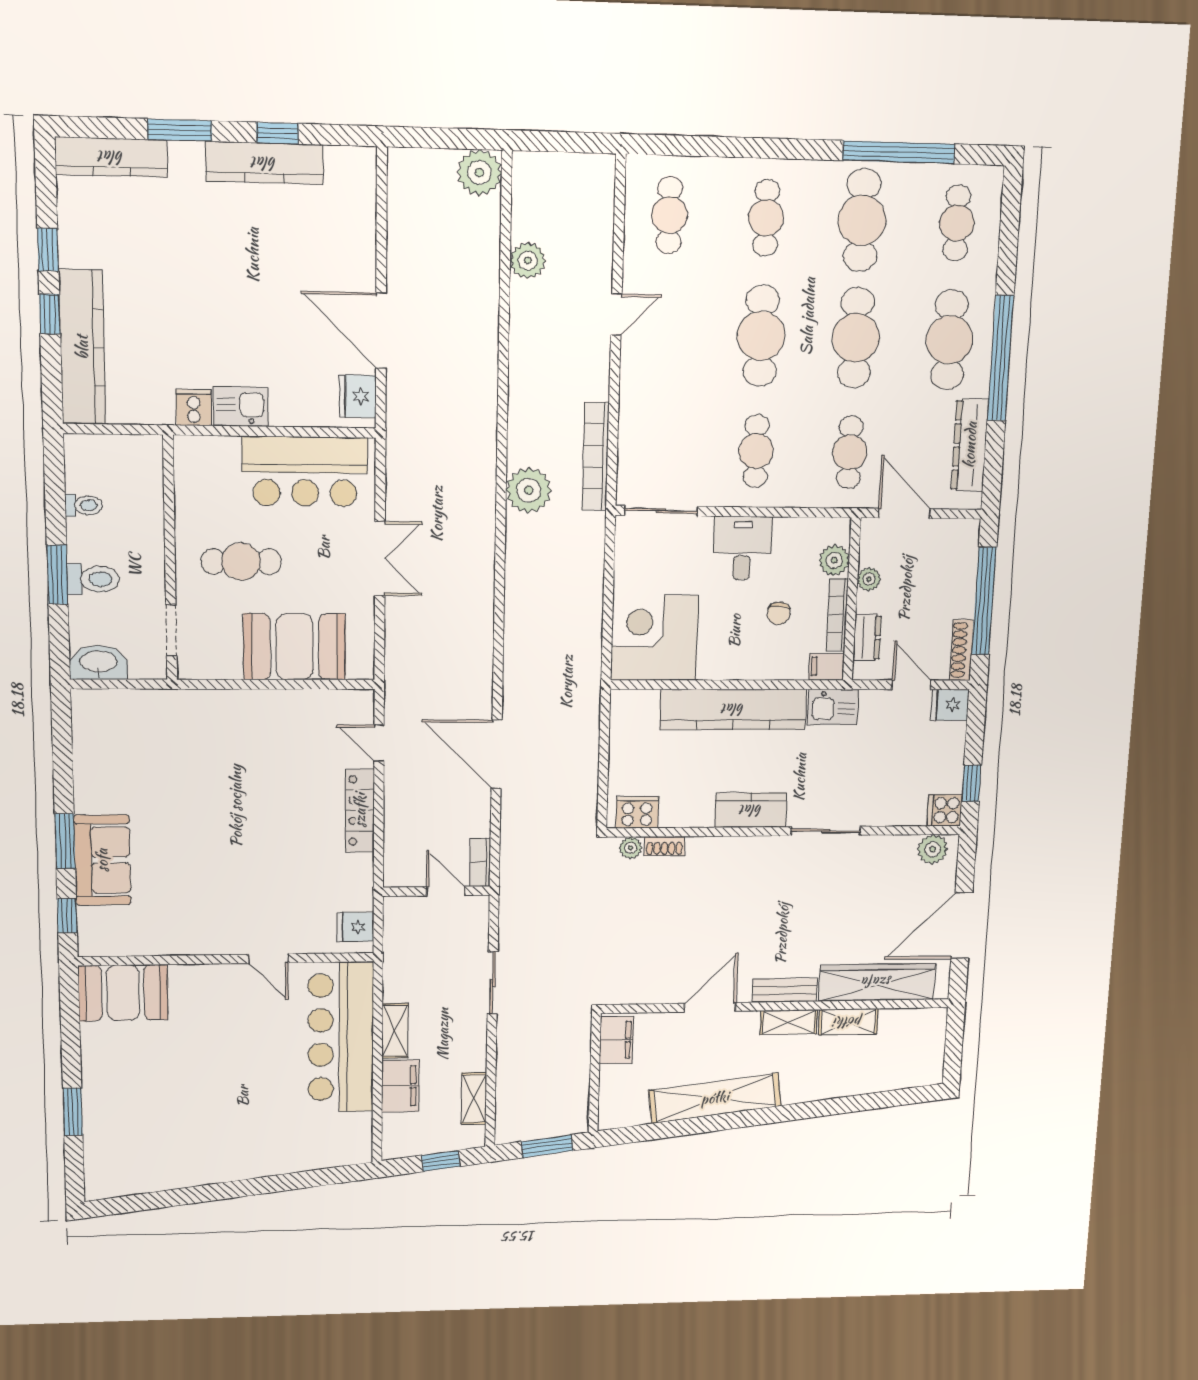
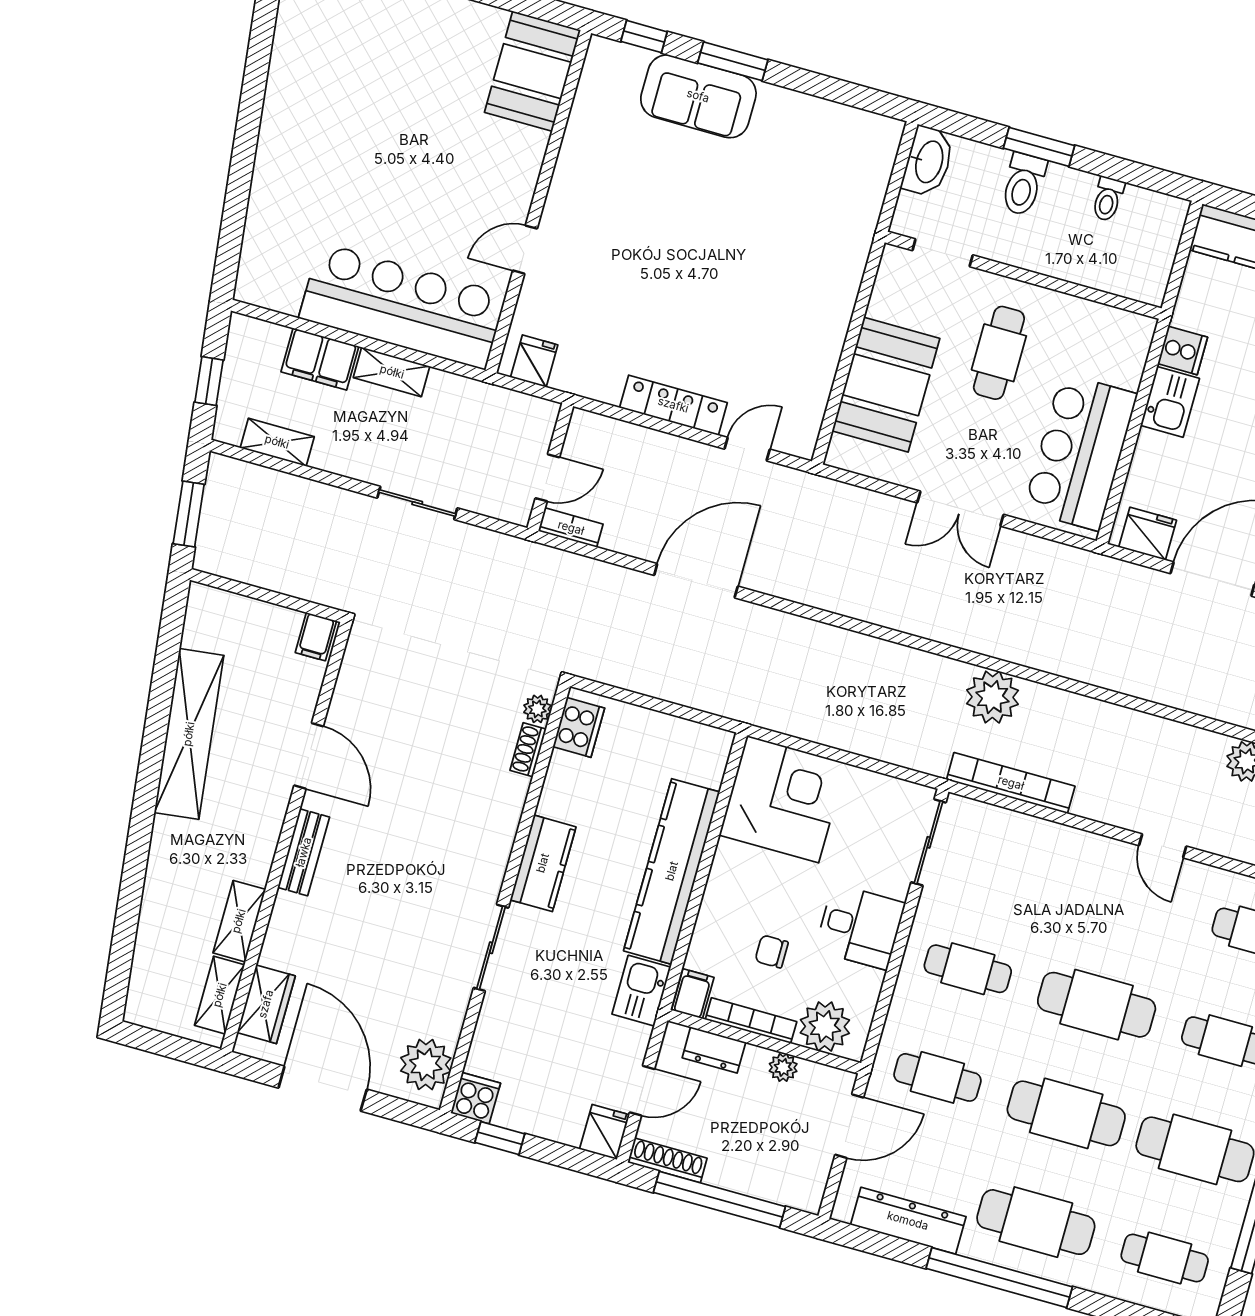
plant: (834, 560) -> (825, 1026), width x1.36, depth x1.36
plant: (933, 849) -> (426, 1065), width x1.36, depth x1.36
wardrobe: (877, 982) -> (266, 1004), width x0.48, depth x0.85
shelving: (789, 1022) -> (220, 995), moved
filing cabinet: (616, 1040) -> (316, 637), width x0.50

